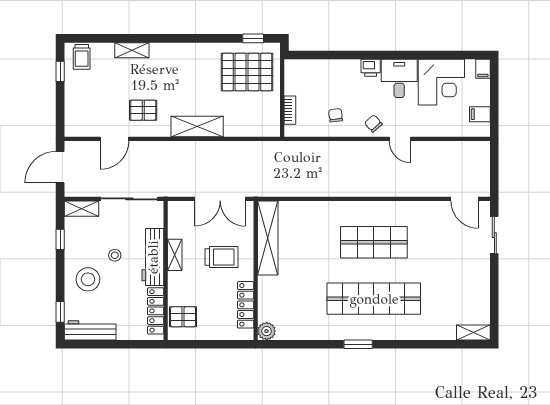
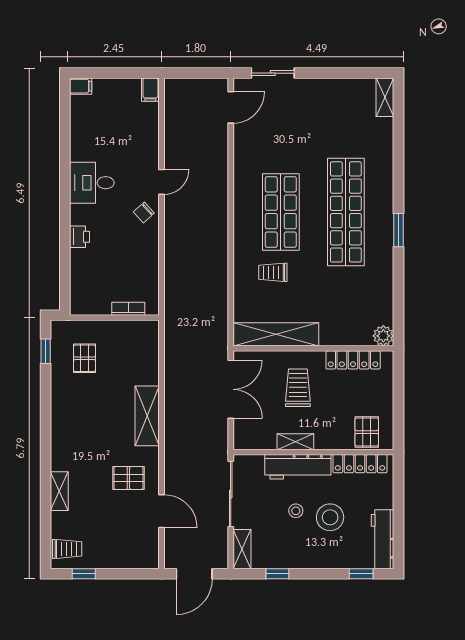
printer: (371, 68) -> (80, 237), moved
pallet: (247, 72) -> (84, 358), width x0.49, depth x0.50
corner desk: (441, 82) -> (96, 134), removed
pallet: (143, 110) -> (128, 478), turned 90
filing cabinet: (480, 114) -> (150, 90), moved
chair: (336, 115) -> (134, 256), removed
door: (60, 167) -> (194, 574), hinge flipped
trolley: (322, 235) -> (273, 272), added
stool: (88, 279) -> (330, 517), moved

